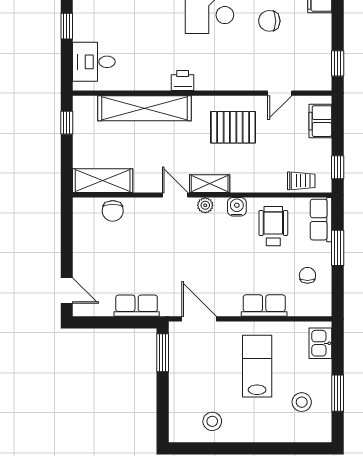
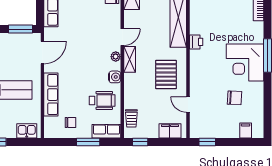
chair: (269, 21) -> (235, 98), turned 93
row of seats: (264, 306) -> (51, 95), width x1.48

